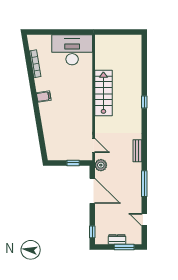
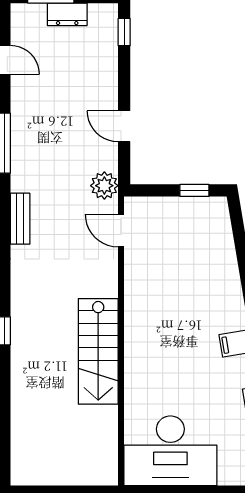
window: (73, 163) -> (194, 190), moved
door: (92, 191) -> (124, 126), width x0.53

